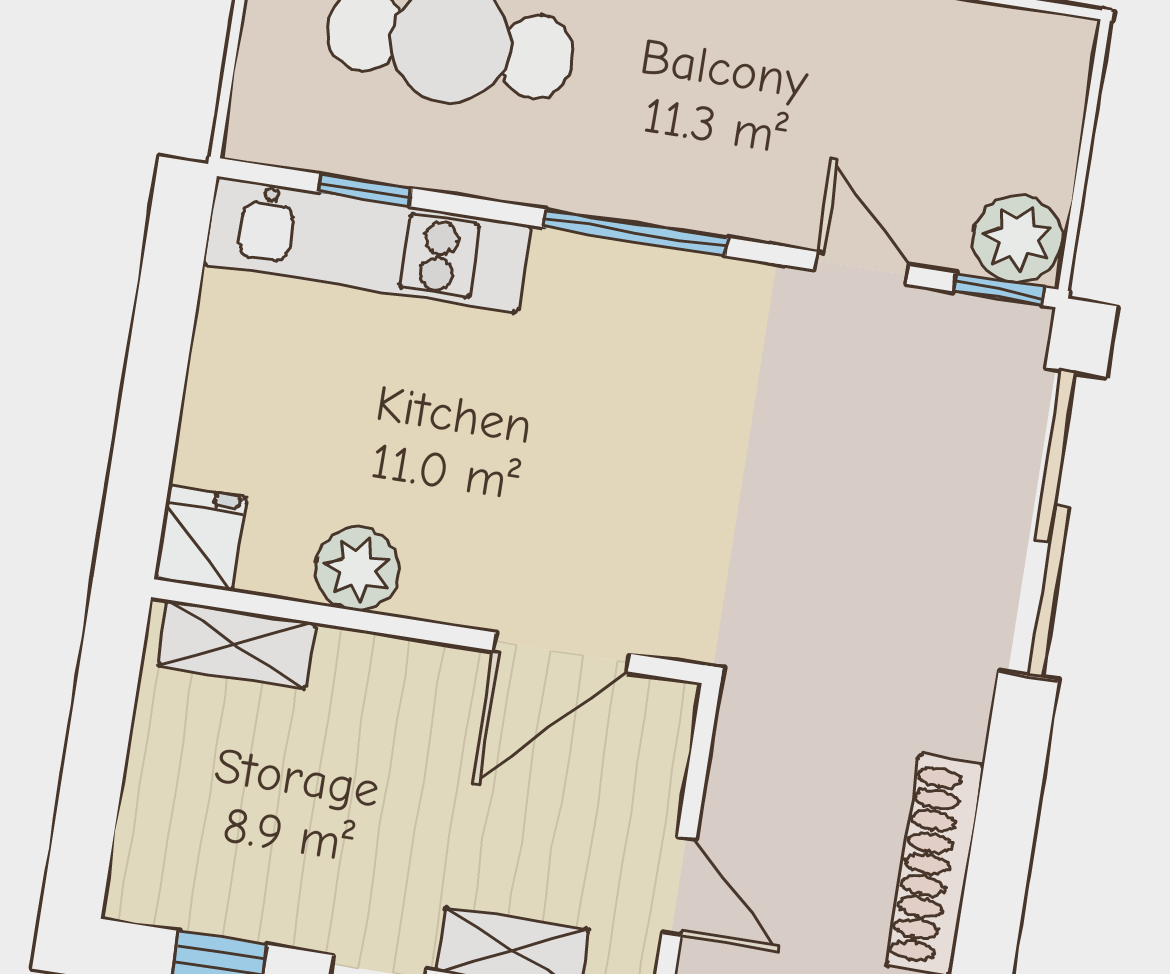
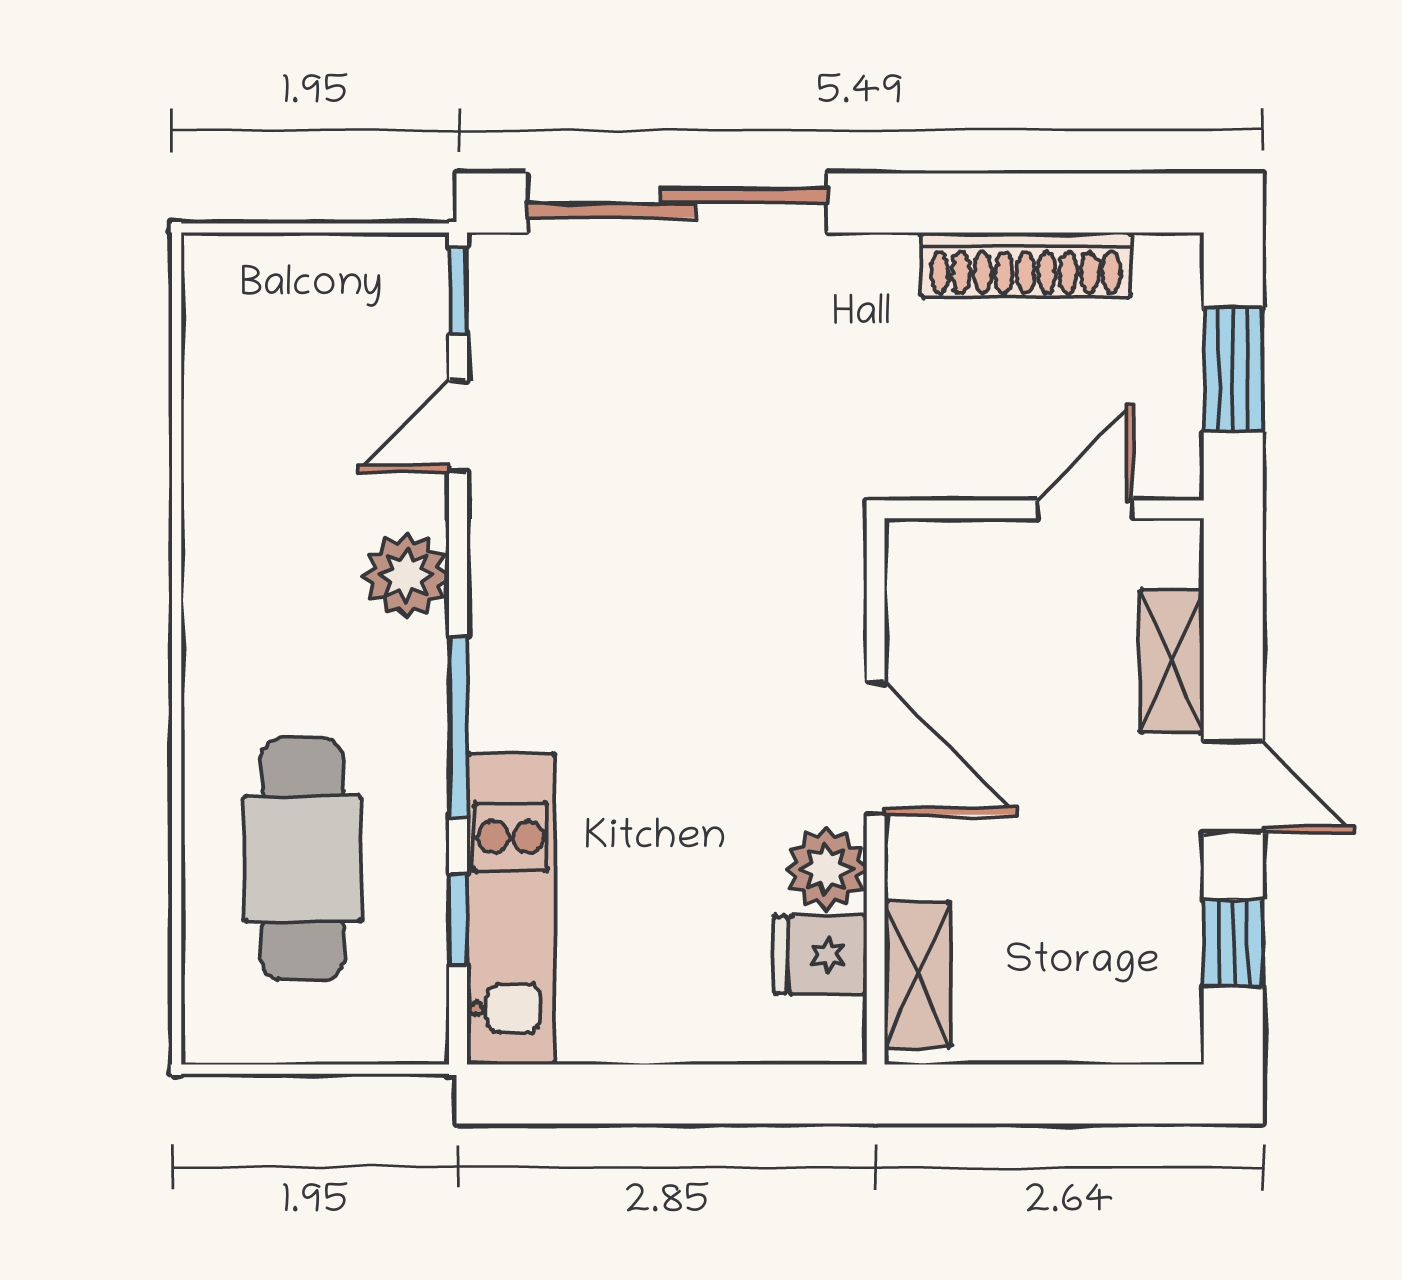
window: (636, 232) -> (458, 727), moved
plant: (1017, 239) -> (406, 575), moved
fridge: (200, 539) -> (820, 955), moved
door: (562, 652) -> (876, 748), moved

